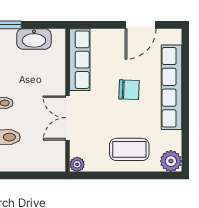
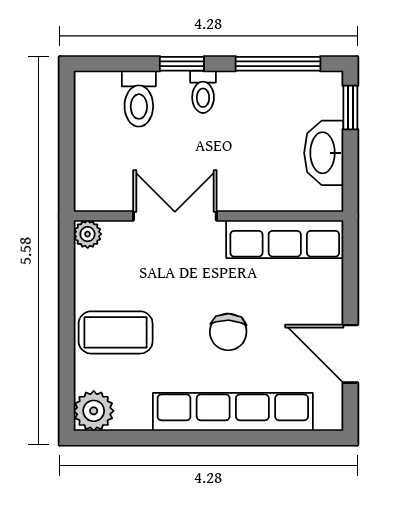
coffee table: (129, 149) -> (116, 332), turned 90

